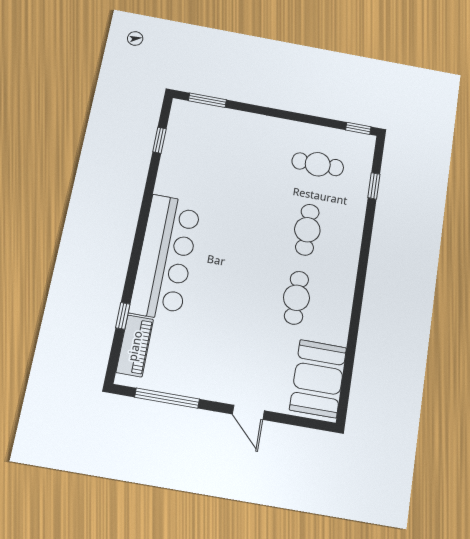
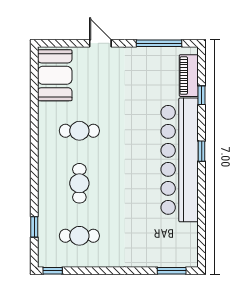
window: (159, 140) -> (202, 151), moved
bar counter: (166, 257) -> (180, 160), width x1.36
cafe table: (296, 298) -> (79, 131), turned 90

